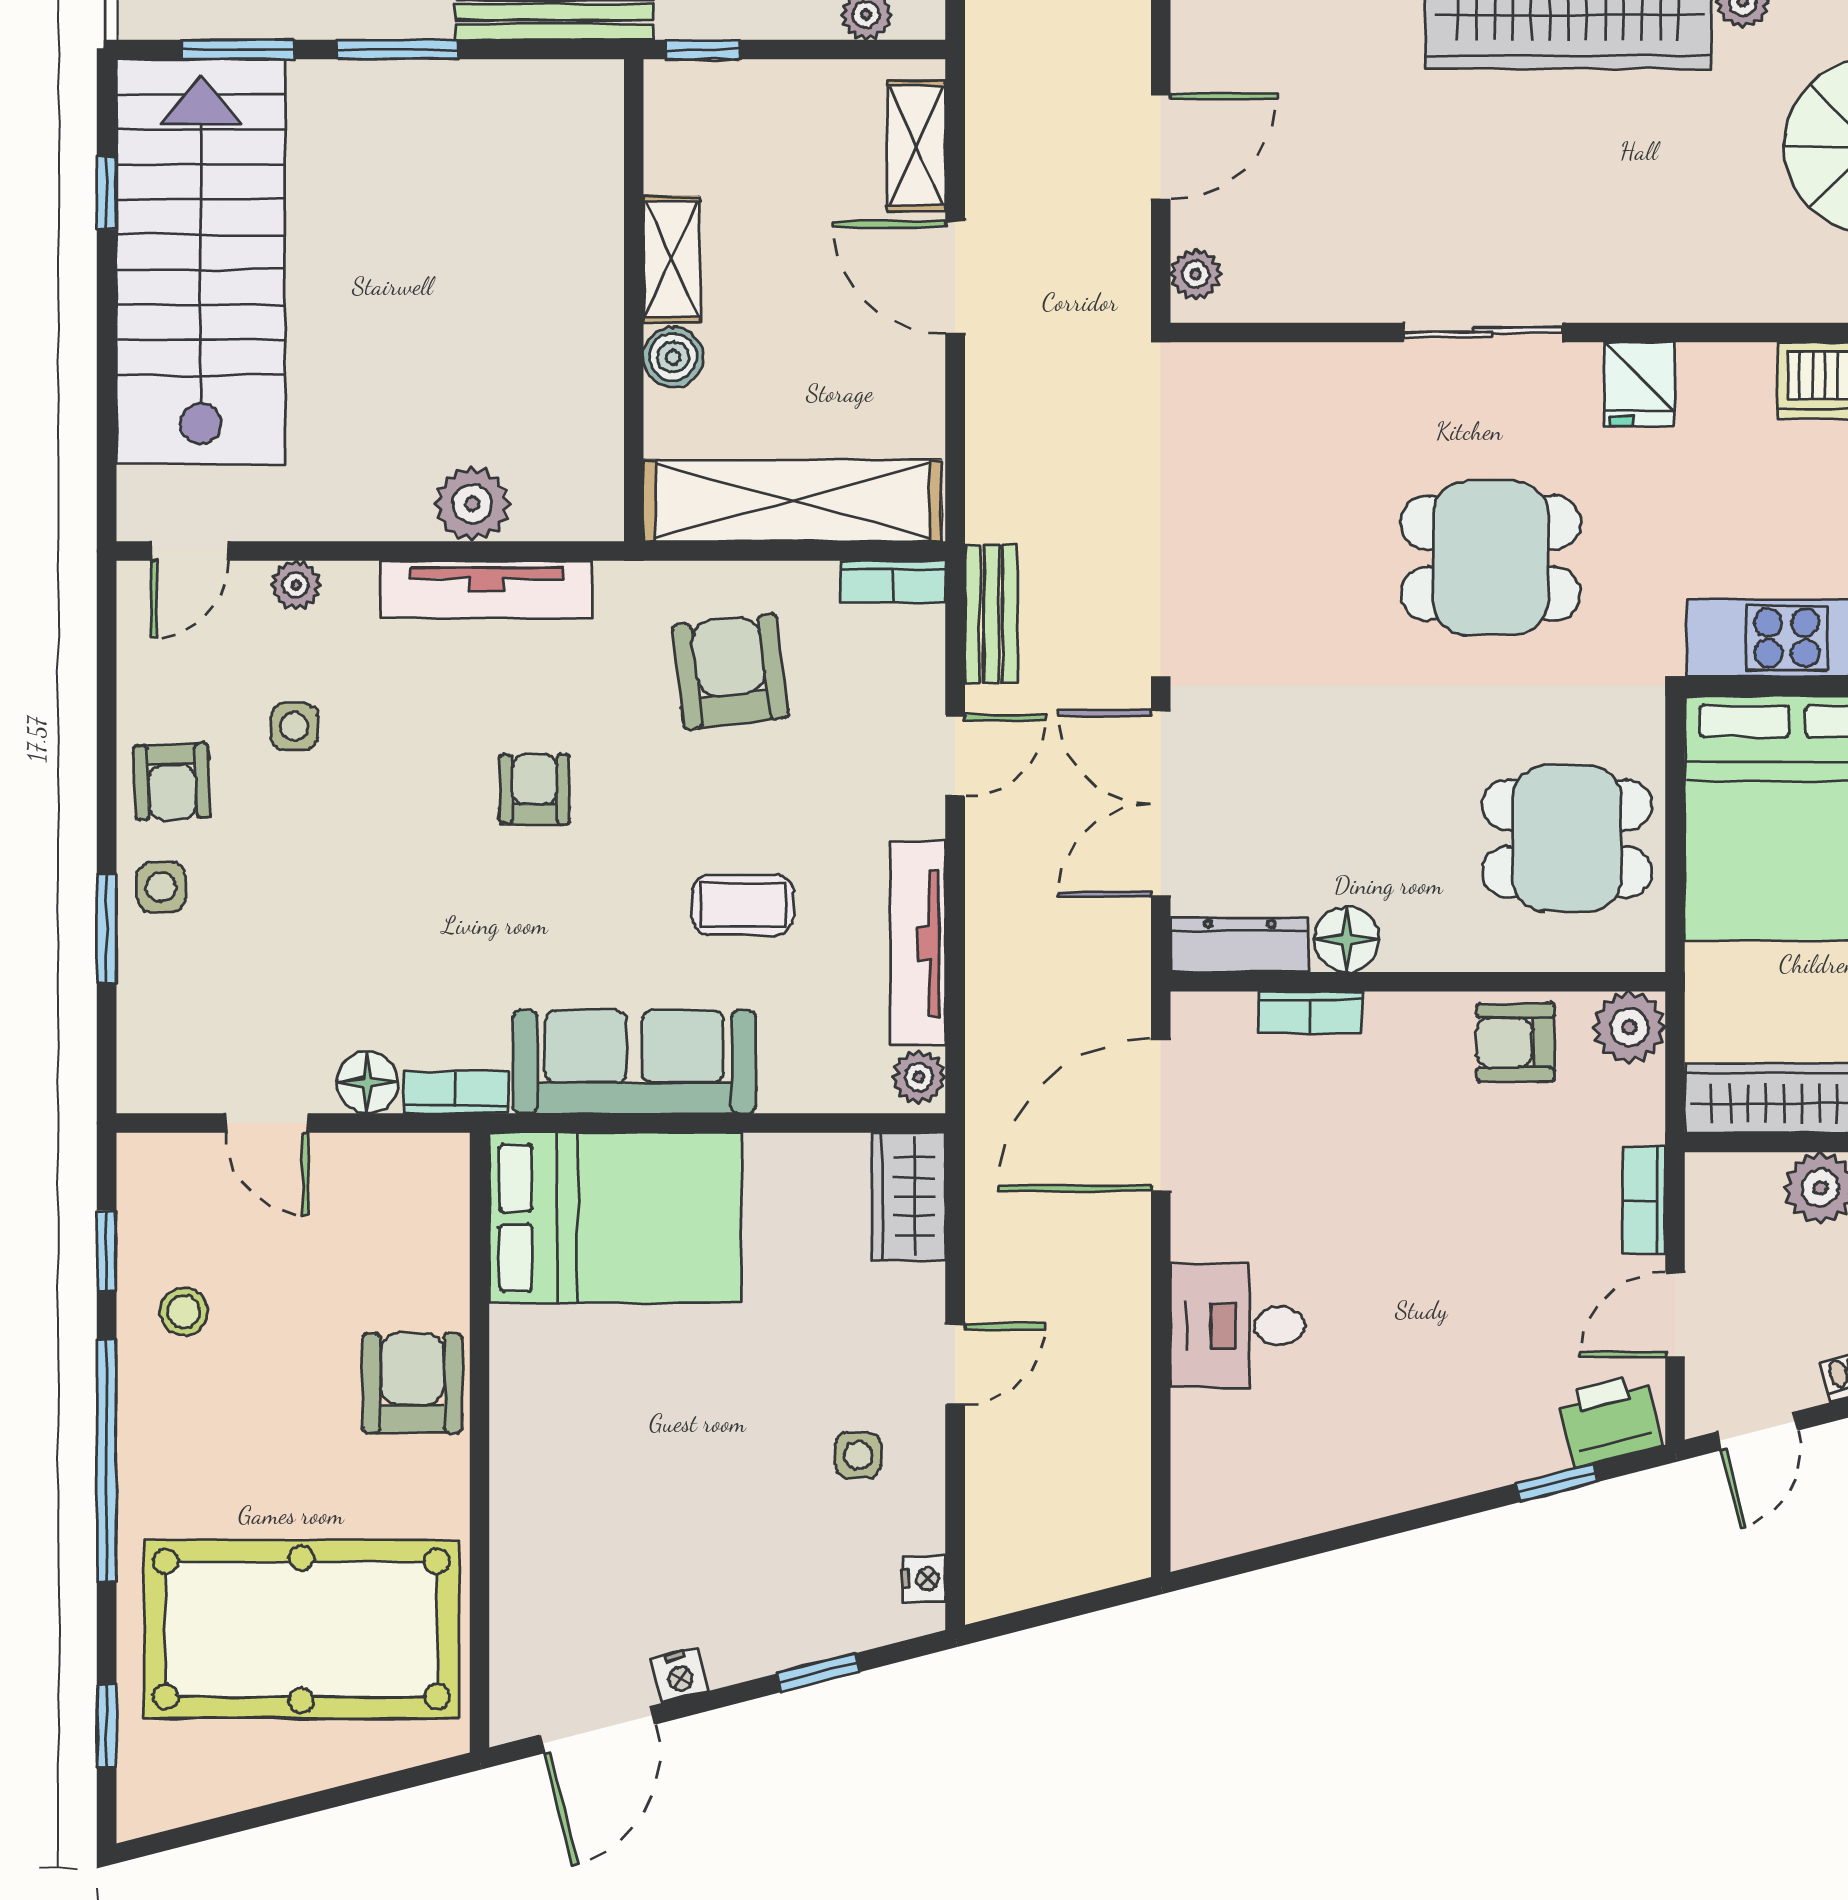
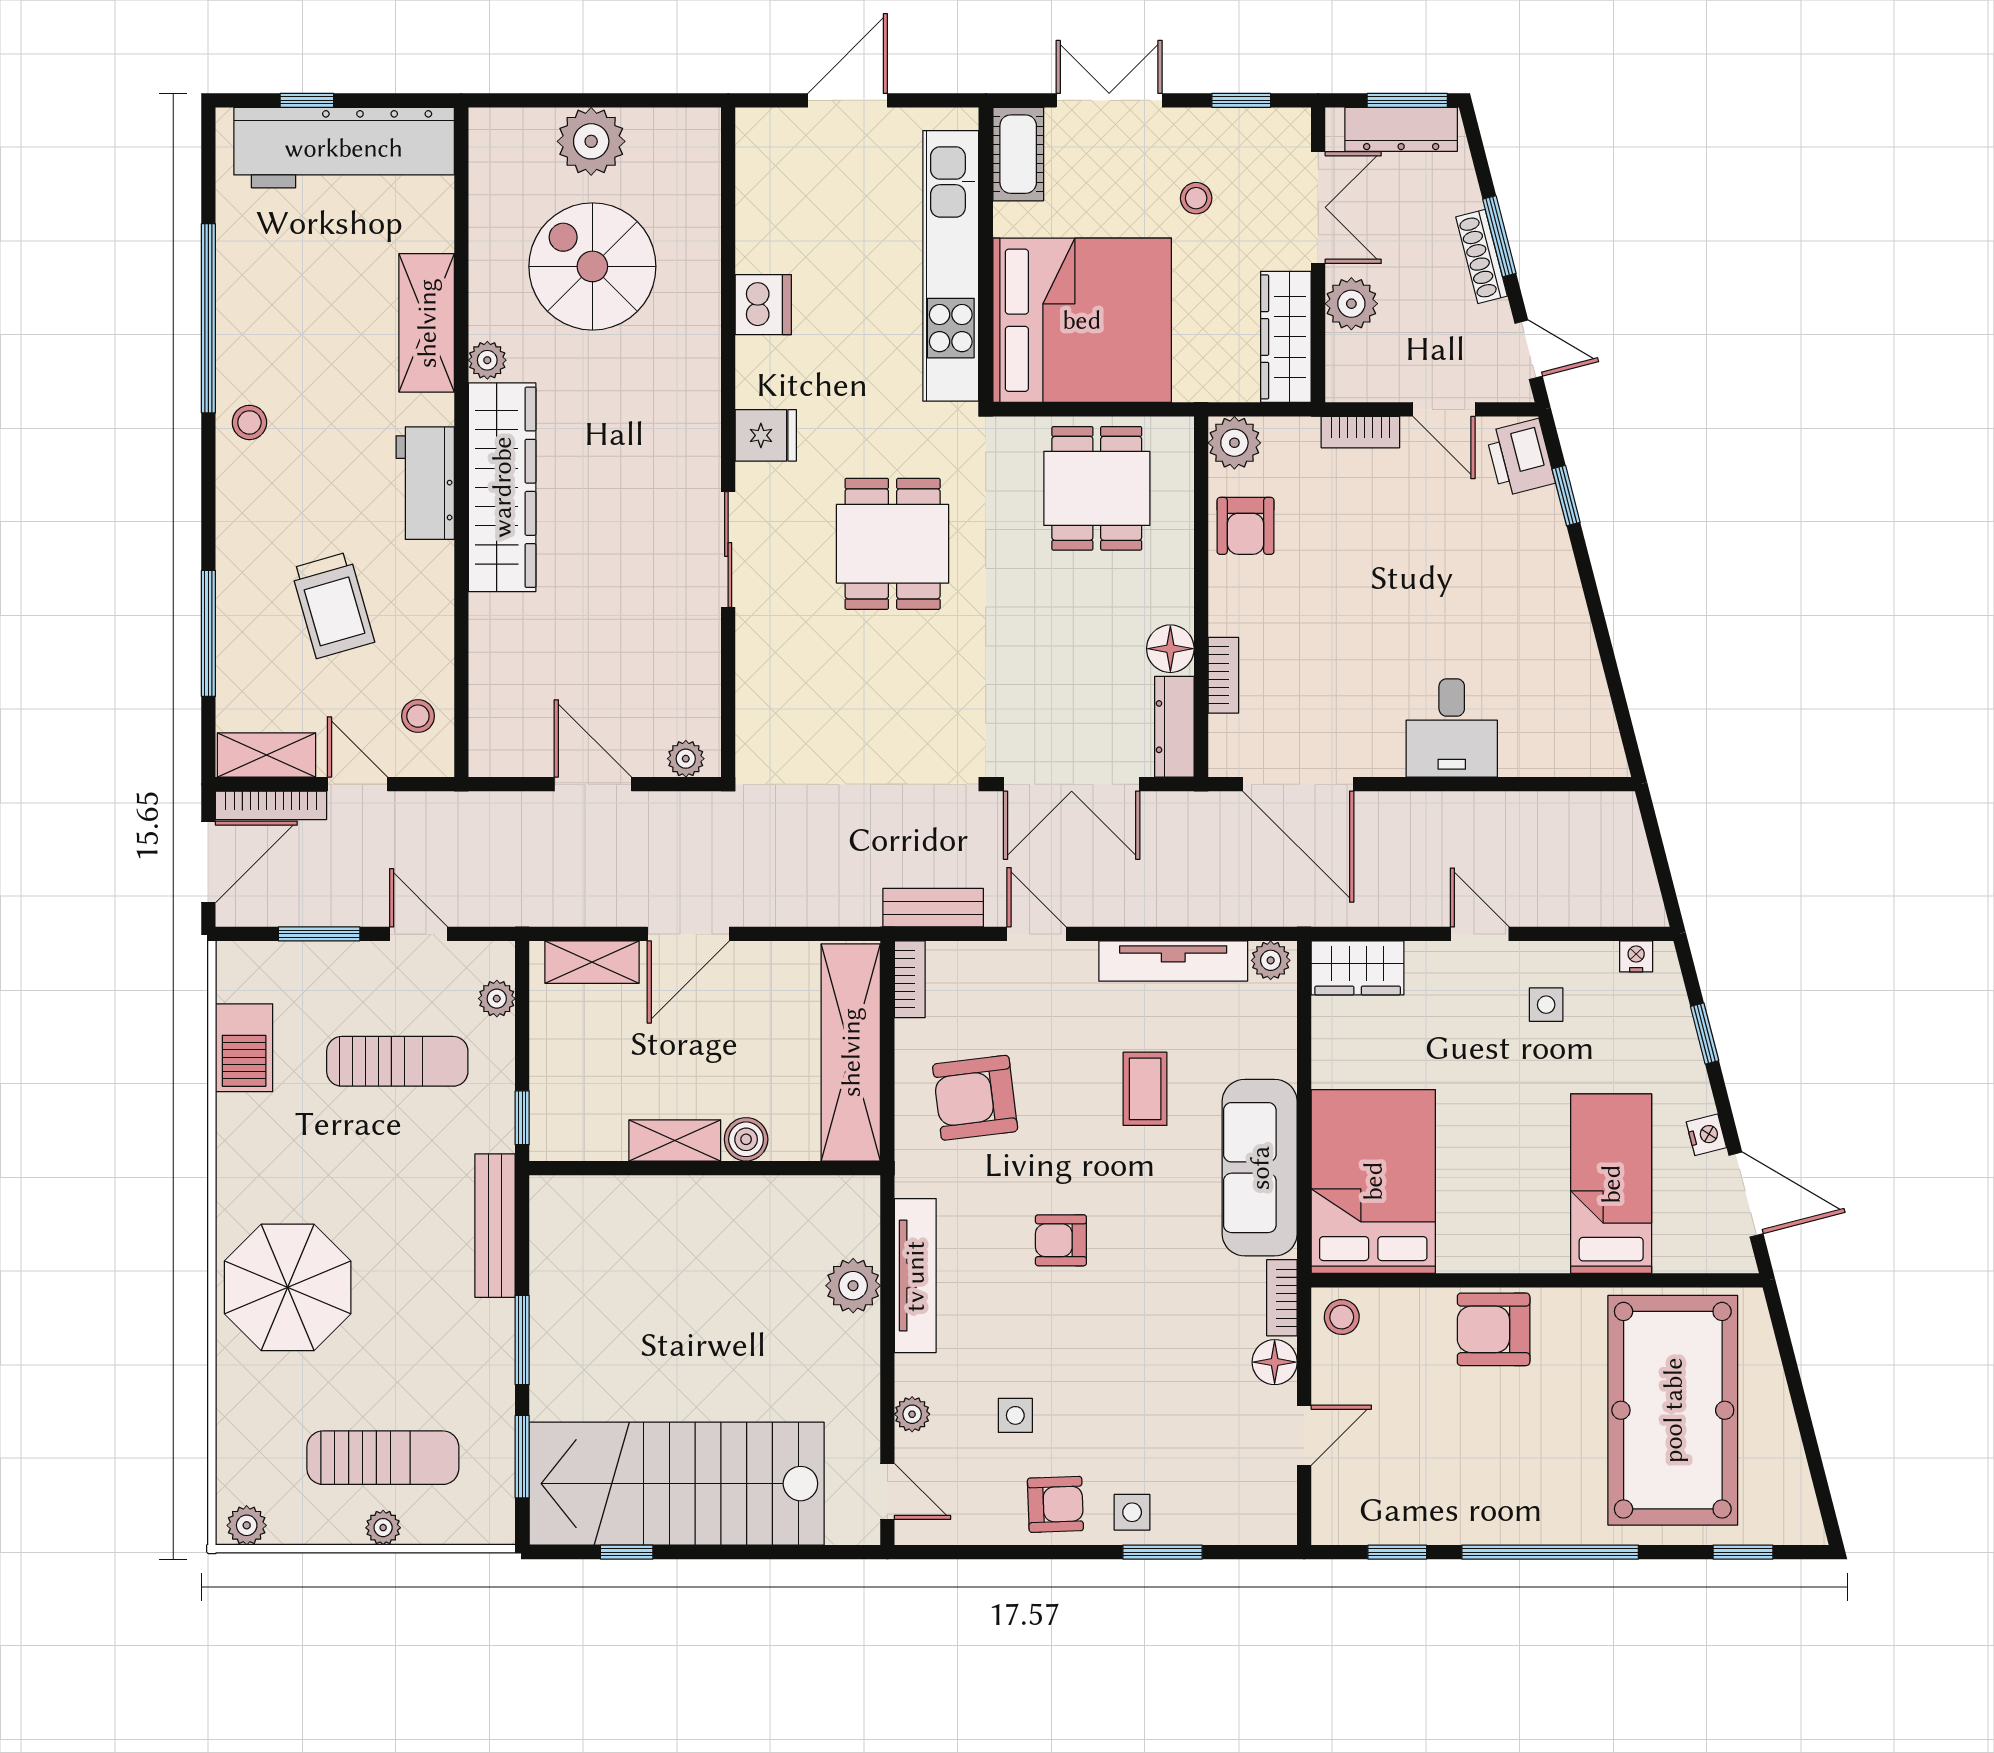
stool: (184, 1312) -> (1342, 1317), moved
bed: (612, 1544) -> (1611, 1184), added

